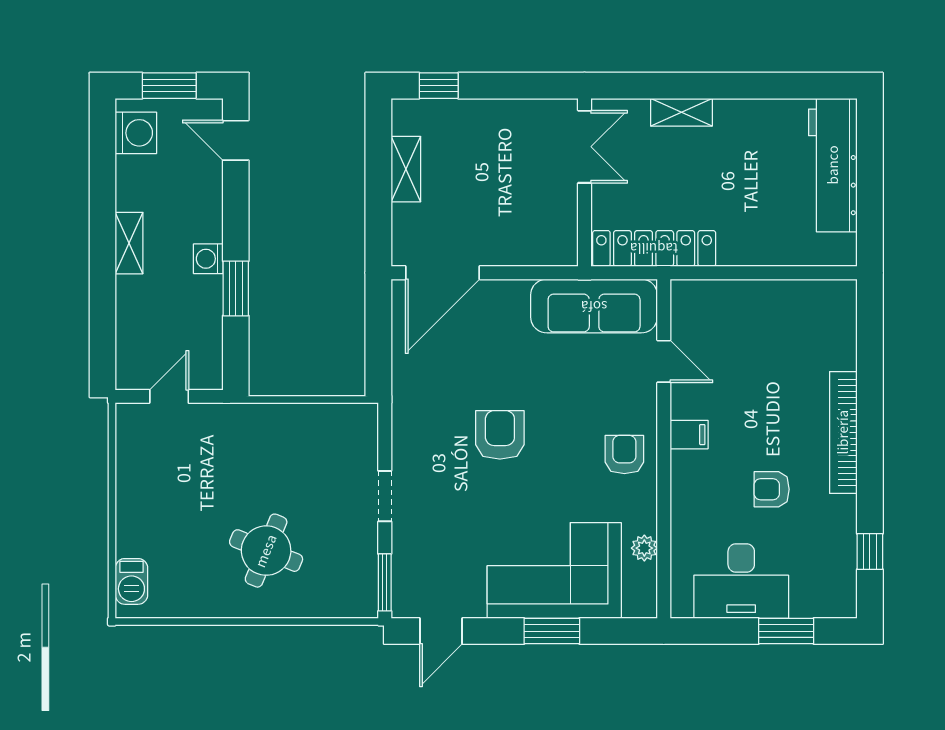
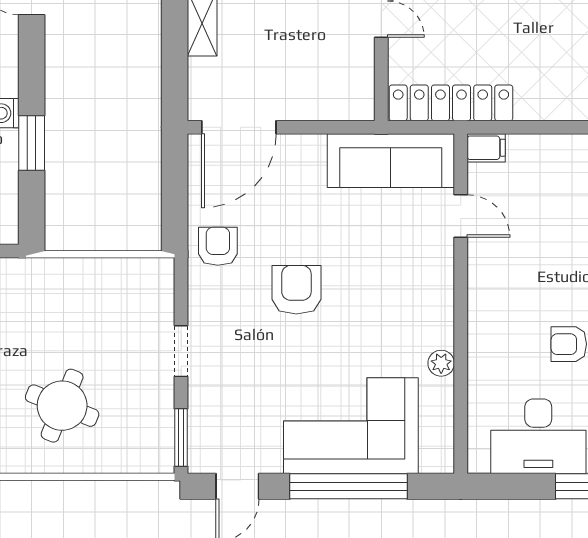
filing cabinet: (689, 435) -> (486, 148), moved
armchair: (624, 455) -> (218, 246), moved
plant: (644, 548) -> (441, 363), moved
window: (552, 631) -> (348, 486), width x2.11

